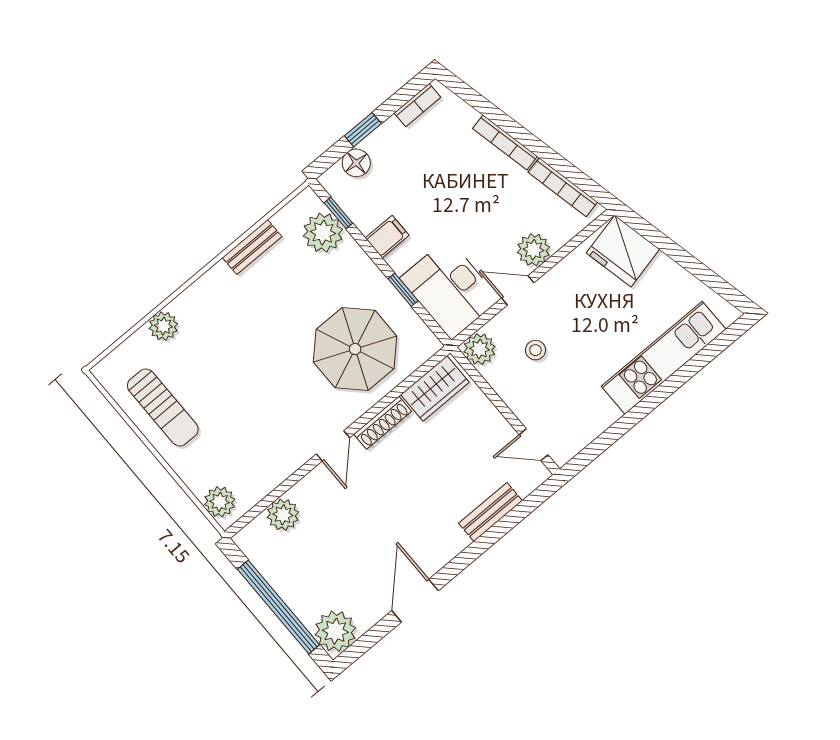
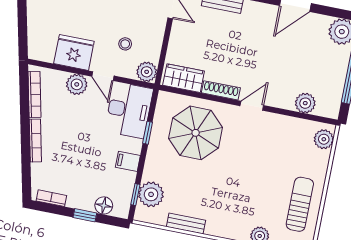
fridge: (623, 251) -> (74, 52), moved, turned -77

